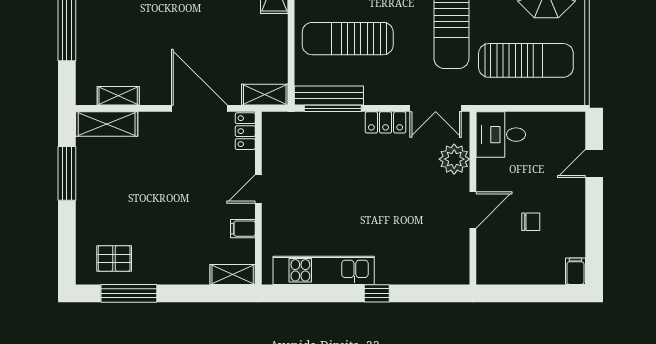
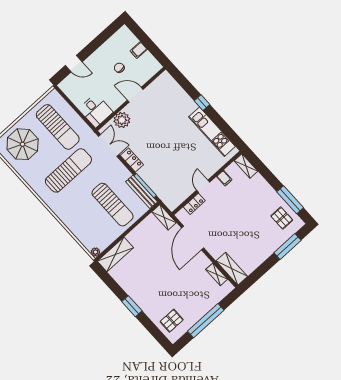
sun lounger: (526, 60) -> (58, 127), turned 180
locker: (245, 131) -> (194, 204), moved
window: (67, 173) -> (288, 247), moved
door: (258, 189) -> (203, 186), swing flipped
filing cabinet: (575, 271) -> (139, 50), moved

